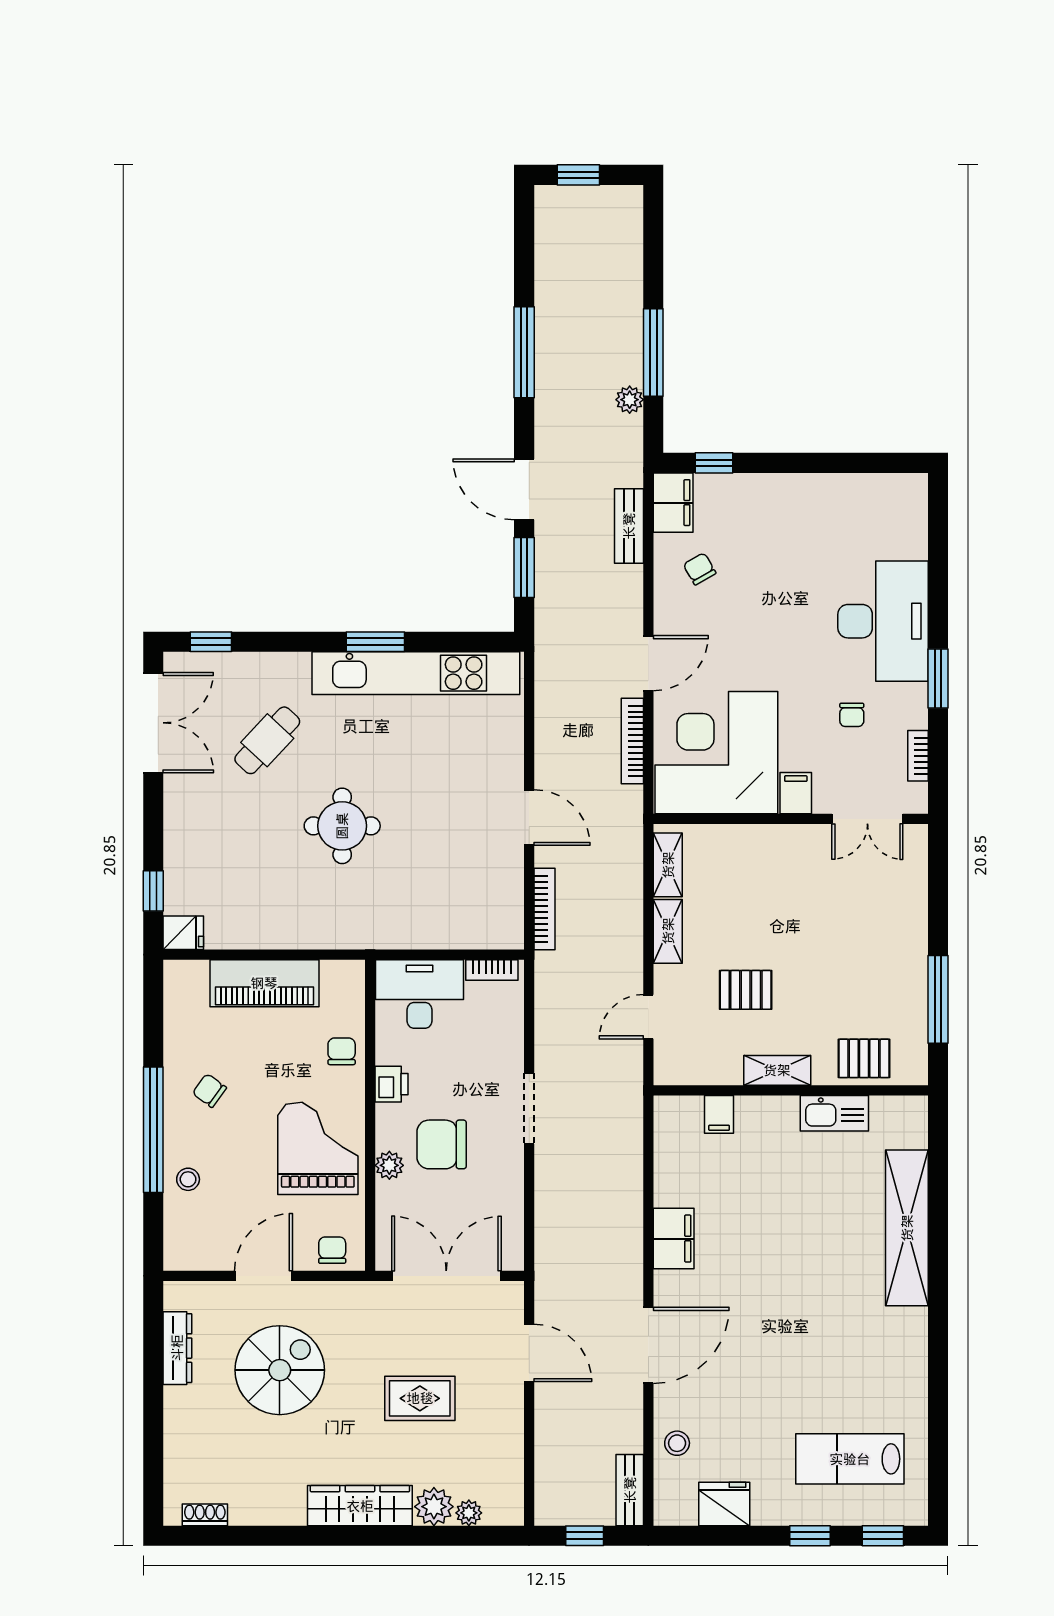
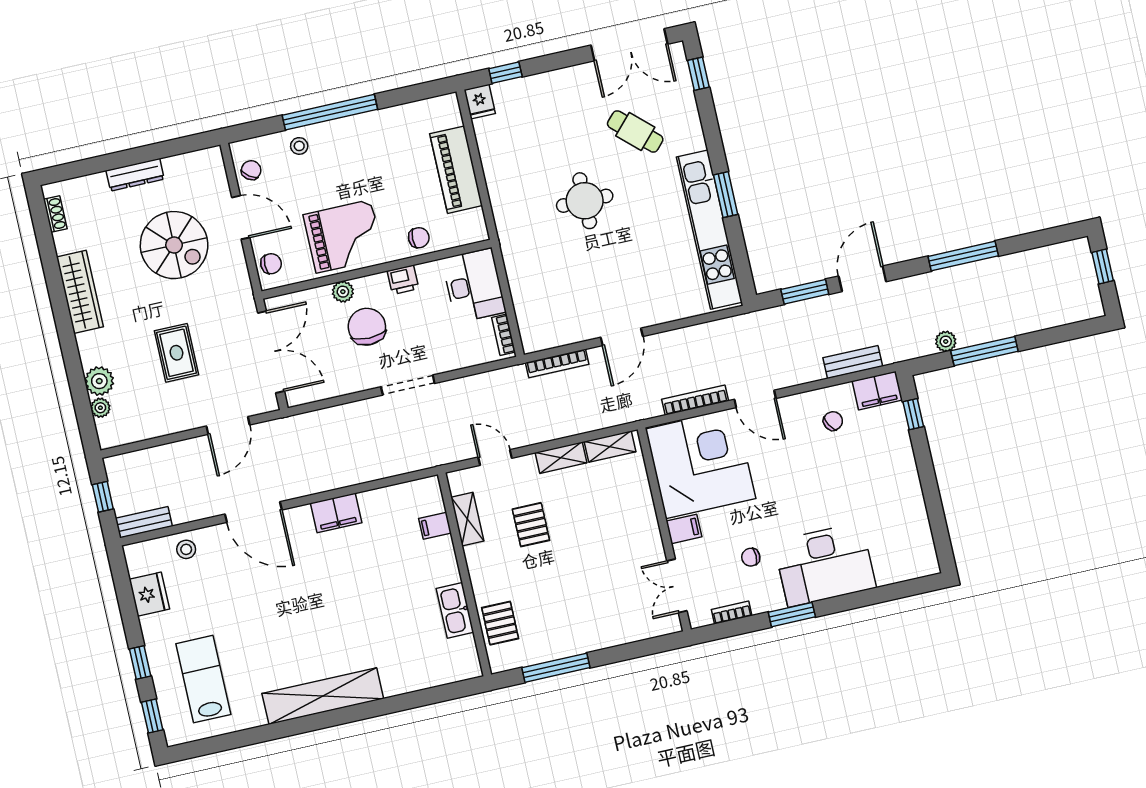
shelving: (777, 1070) -> (467, 519), moved
chair: (209, 1091) -> (251, 170), moved
shelving: (907, 1228) -> (323, 696), moved
dresser: (177, 1348) -> (135, 175), moved
wardrobe: (360, 1506) -> (80, 292), moved

